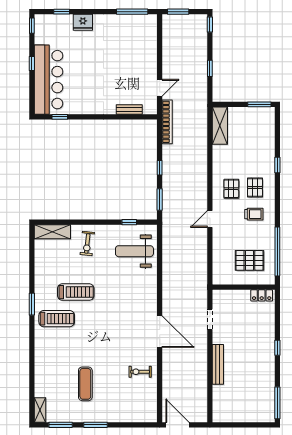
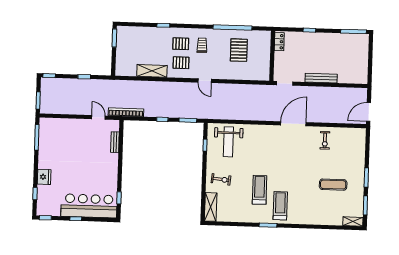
shelving: (220, 126) -> (152, 71), moved
wall: (244, 287) -> (272, 56), moved
locker: (262, 295) -> (279, 42), moved

